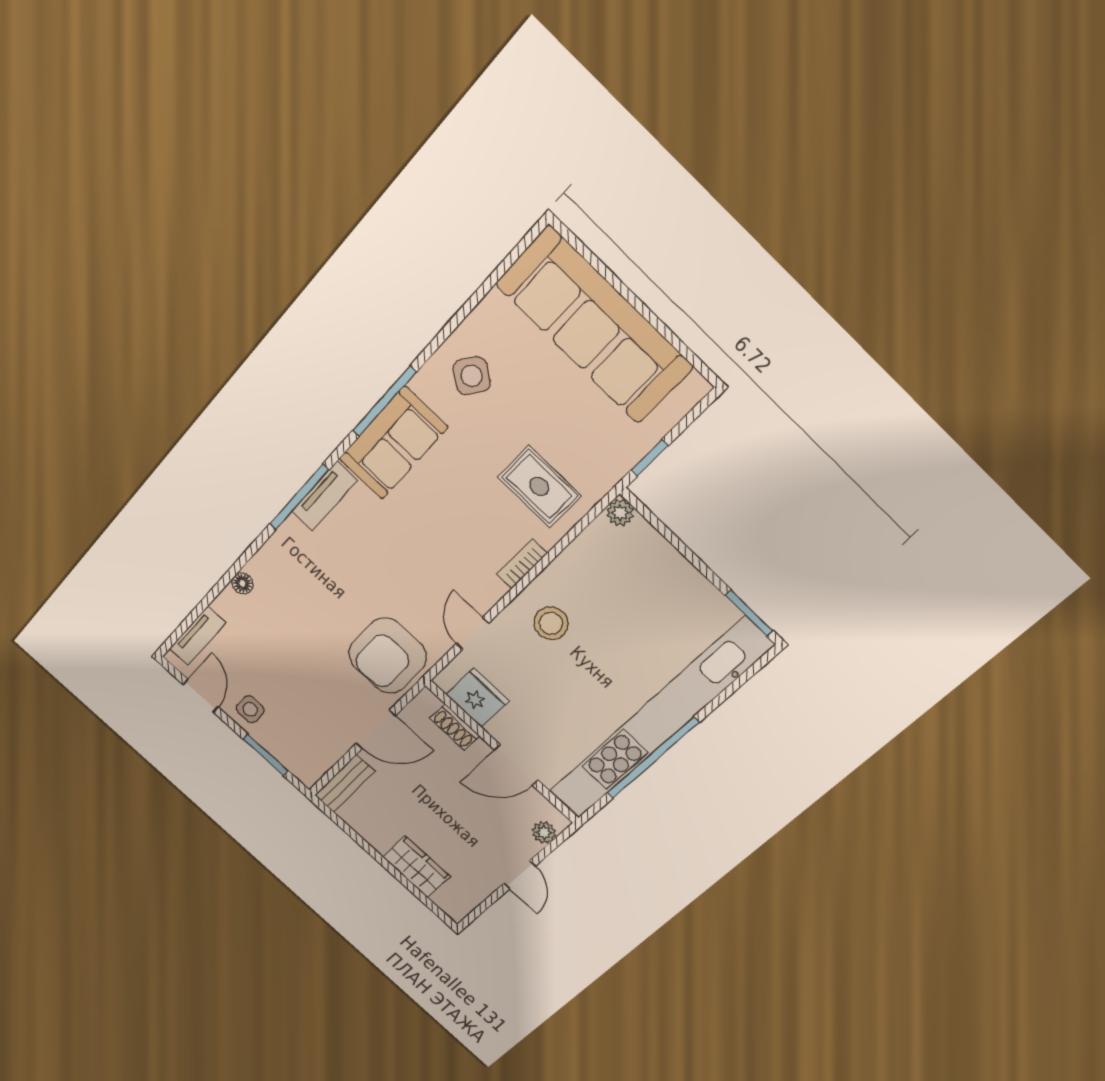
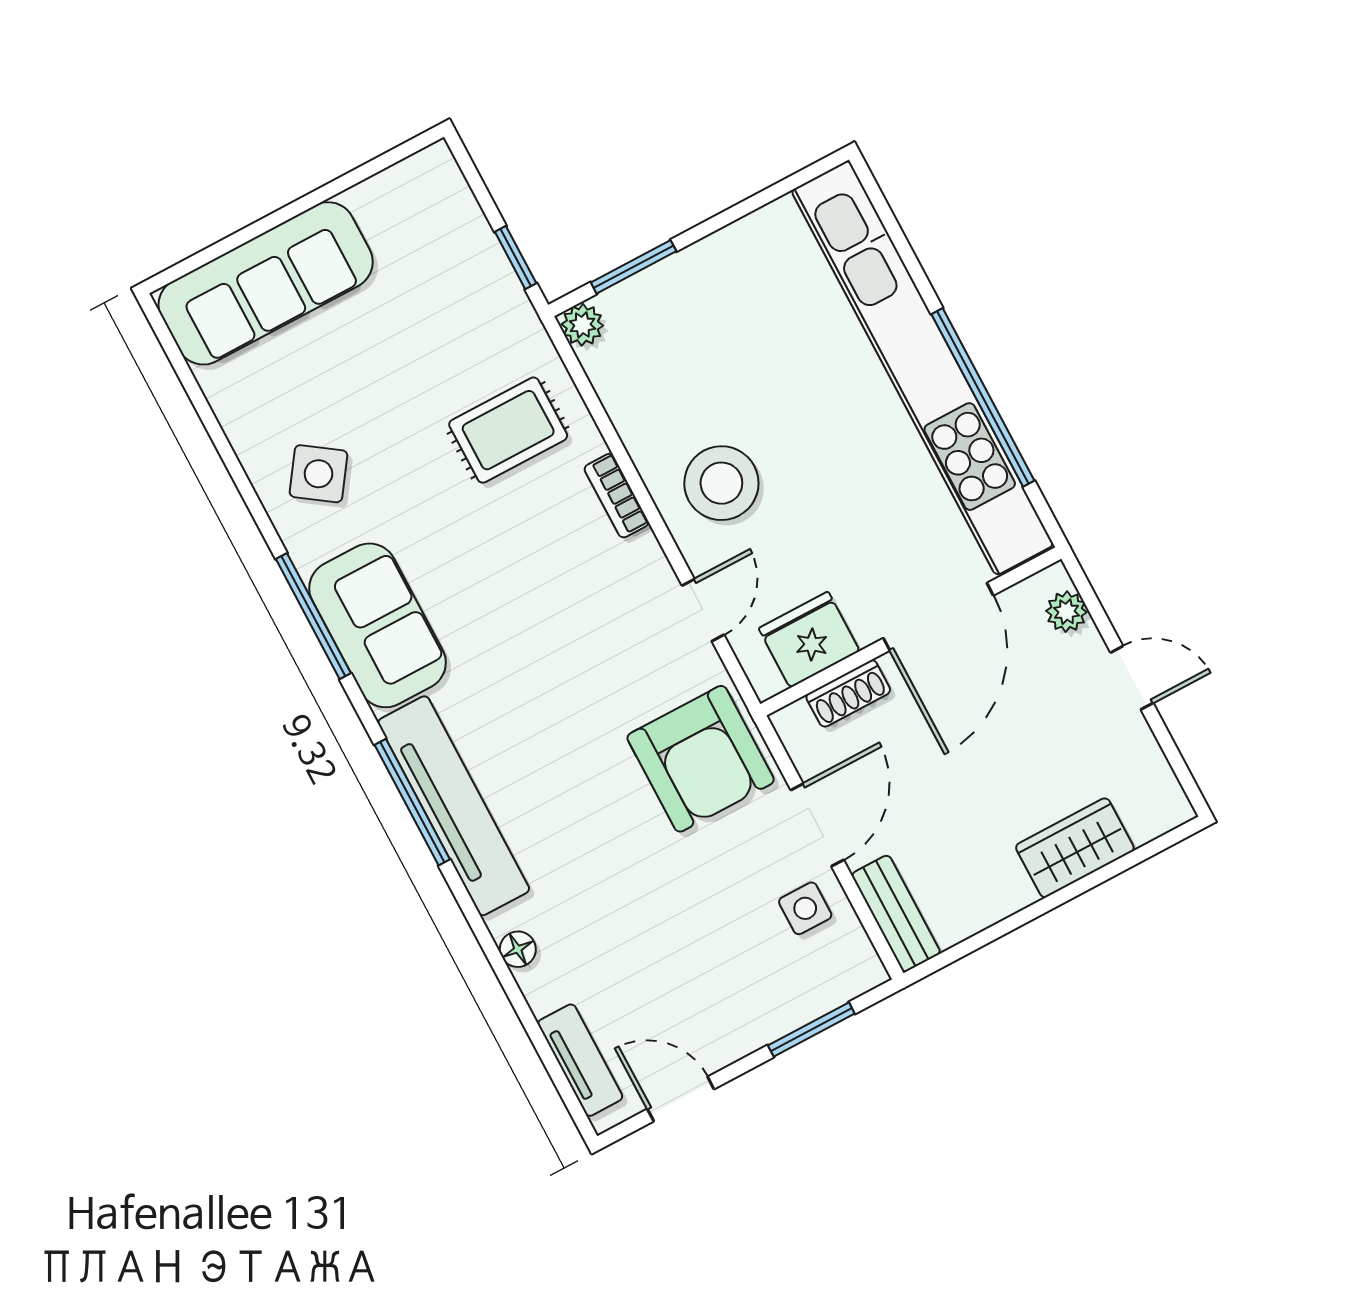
sofa: (594, 325) -> (266, 283), width x0.74, depth x0.79
tv unit: (325, 496) -> (454, 806), width x1.92, depth x1.29
window: (749, 613) -> (634, 267), moved
stool: (551, 623) -> (721, 483), width x1.38, depth x1.38
door: (473, 633) -> (703, 610), swing flipped
side table: (250, 709) -> (805, 908), moved
door: (516, 765) -> (938, 617), width x1.36

